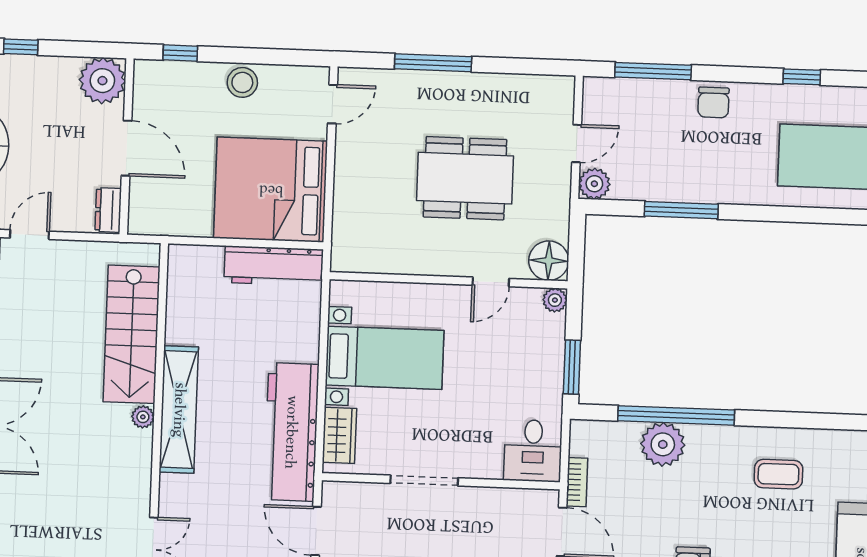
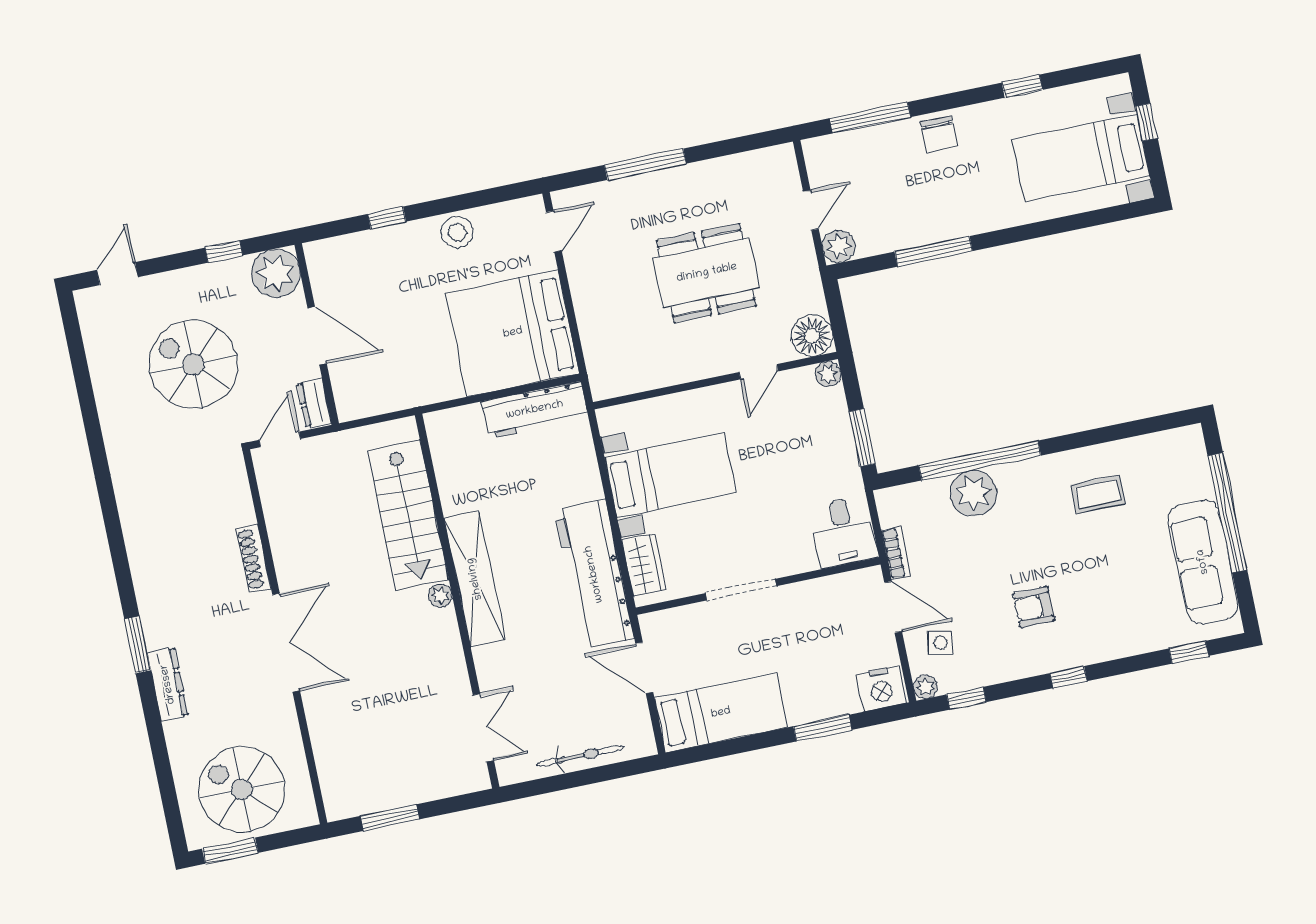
plant: (102, 81) -> (276, 273), moved
wall: (127, 147) -> (317, 334), moved
door: (127, 148) -> (317, 336), moved
dresser: (108, 210) -> (314, 403), moved

